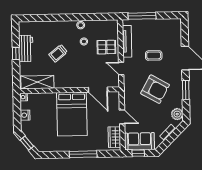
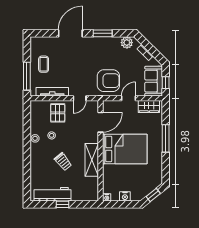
workbench: (26, 48) -> (52, 194), width x1.38
coffee table: (154, 55) -> (44, 64), moved
shelving: (37, 82) -> (92, 160), moved
armchair: (155, 89) -> (108, 81), moved, turned 61

